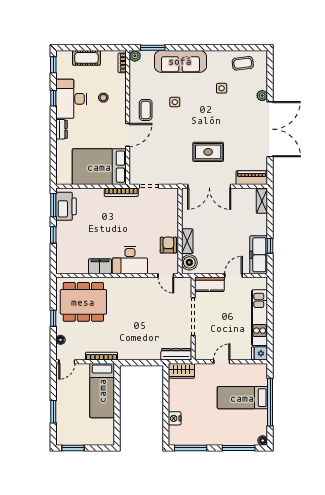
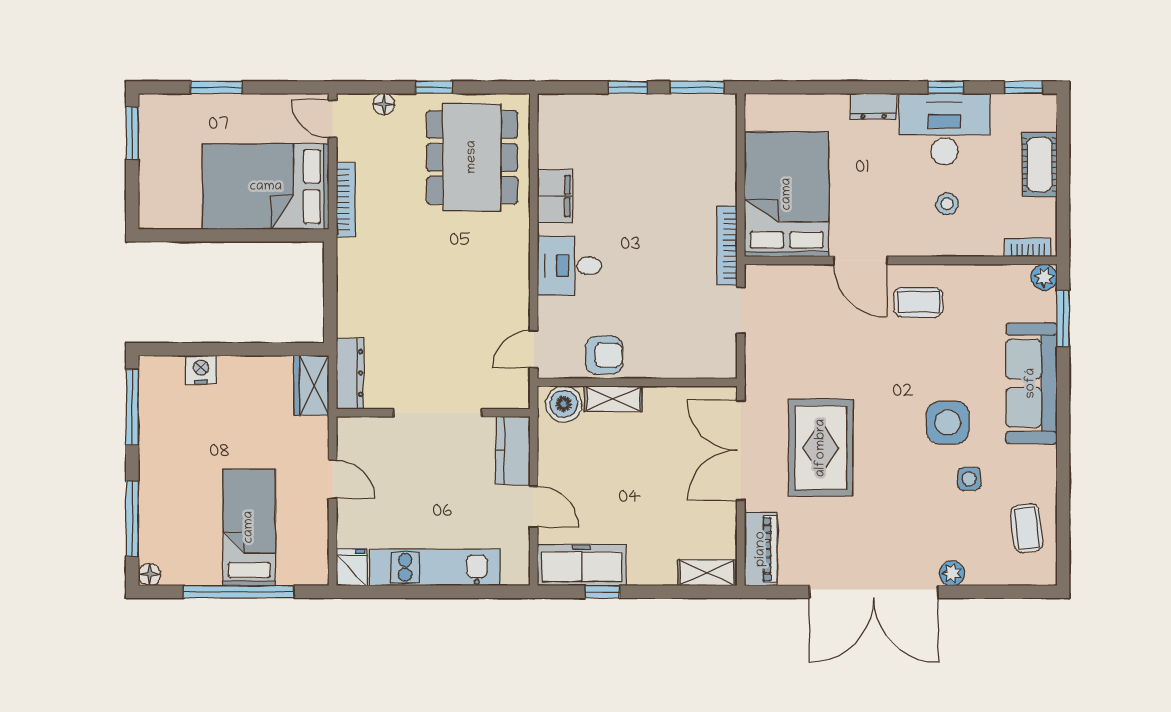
side table: (175, 102) -> (948, 423), moved, width x1.87, depth x1.87
rug: (208, 152) -> (821, 448), width x1.36, depth x1.43
printer: (66, 206) -> (694, 117), removed
desk: (130, 260) -> (569, 266), width x0.73
bed: (102, 391) -> (266, 187), width x1.50

